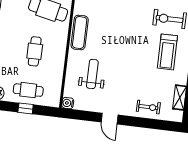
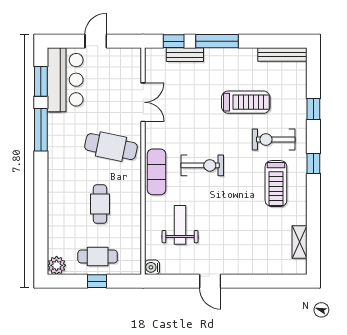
exercise bike: (148, 107) -> (202, 165), moved, width x1.38, depth x1.39

